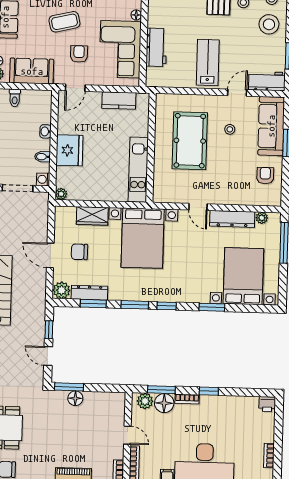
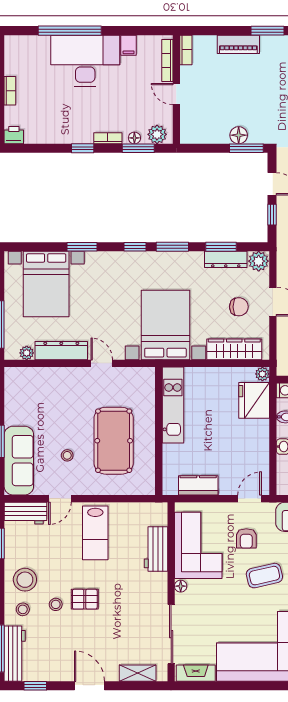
fridge: (69, 150) -> (254, 400), moved
armchair: (265, 176) -> (24, 403), removed
wardrobe: (92, 216) -> (234, 349), width x1.50
floor lamp: (164, 403) -> (134, 138), width x0.53, depth x0.53
bookcase: (269, 455) -> (10, 91), moved

